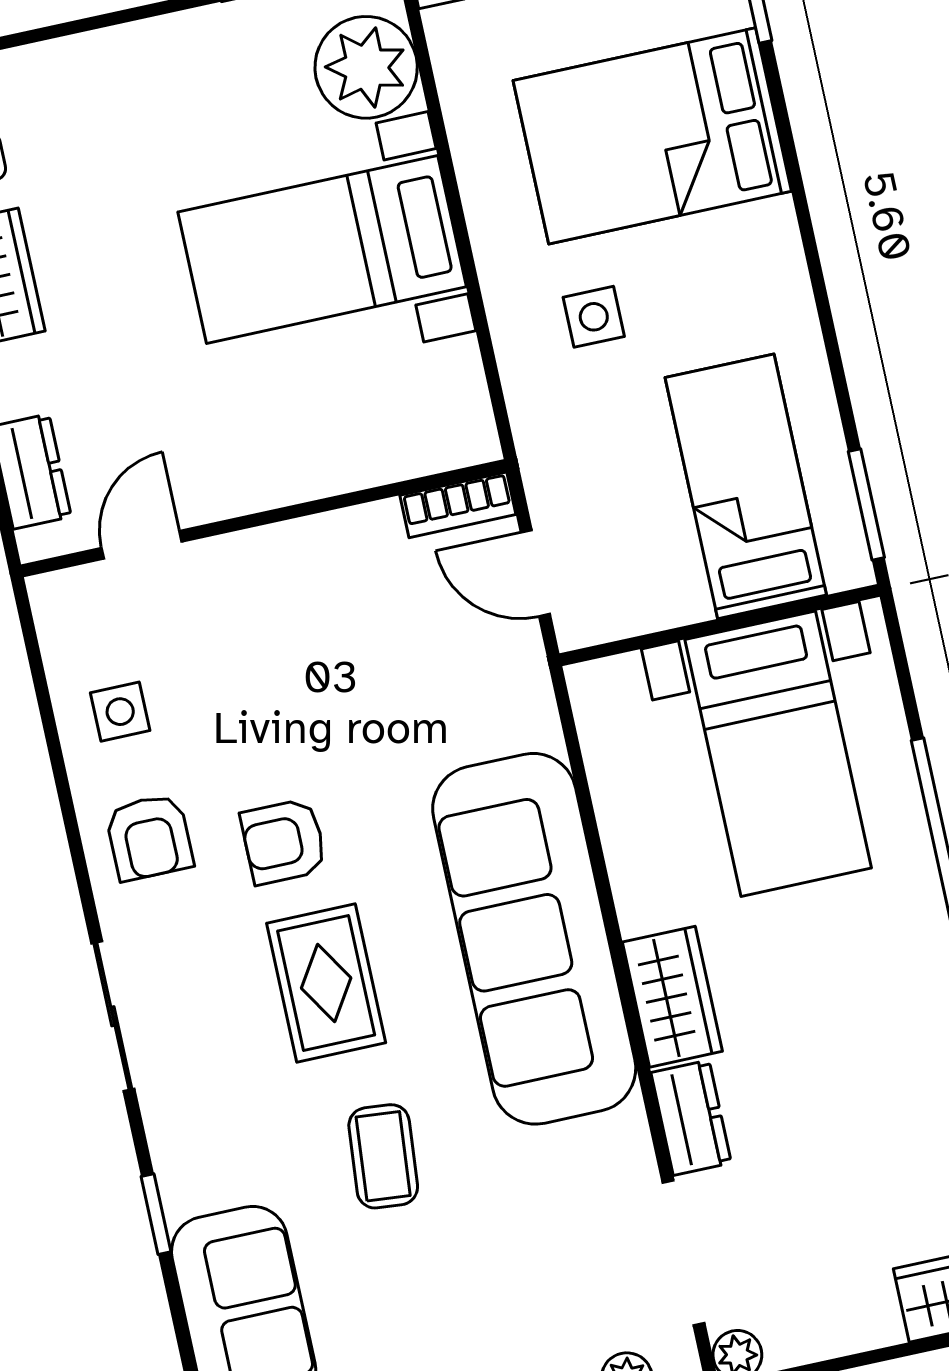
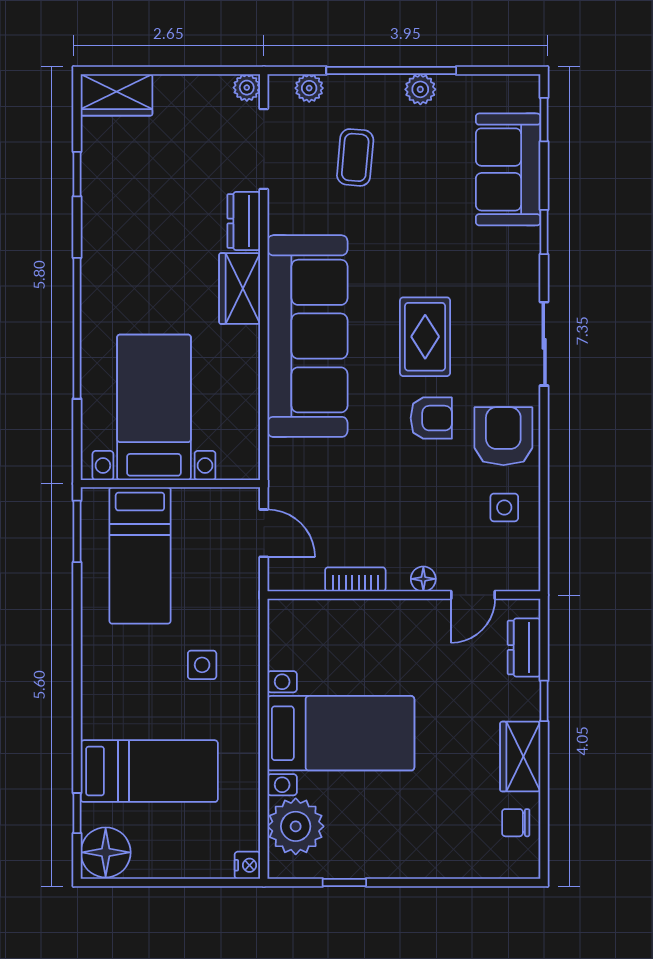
bed: (652, 136) -> (149, 771), width x0.67
bookcase: (458, 505) -> (355, 579), moved
floor lamp: (236, 554) -> (423, 579), added
armchair: (149, 837) -> (503, 436), width x1.38, depth x1.38
coffee table: (383, 1156) -> (355, 157), moved

